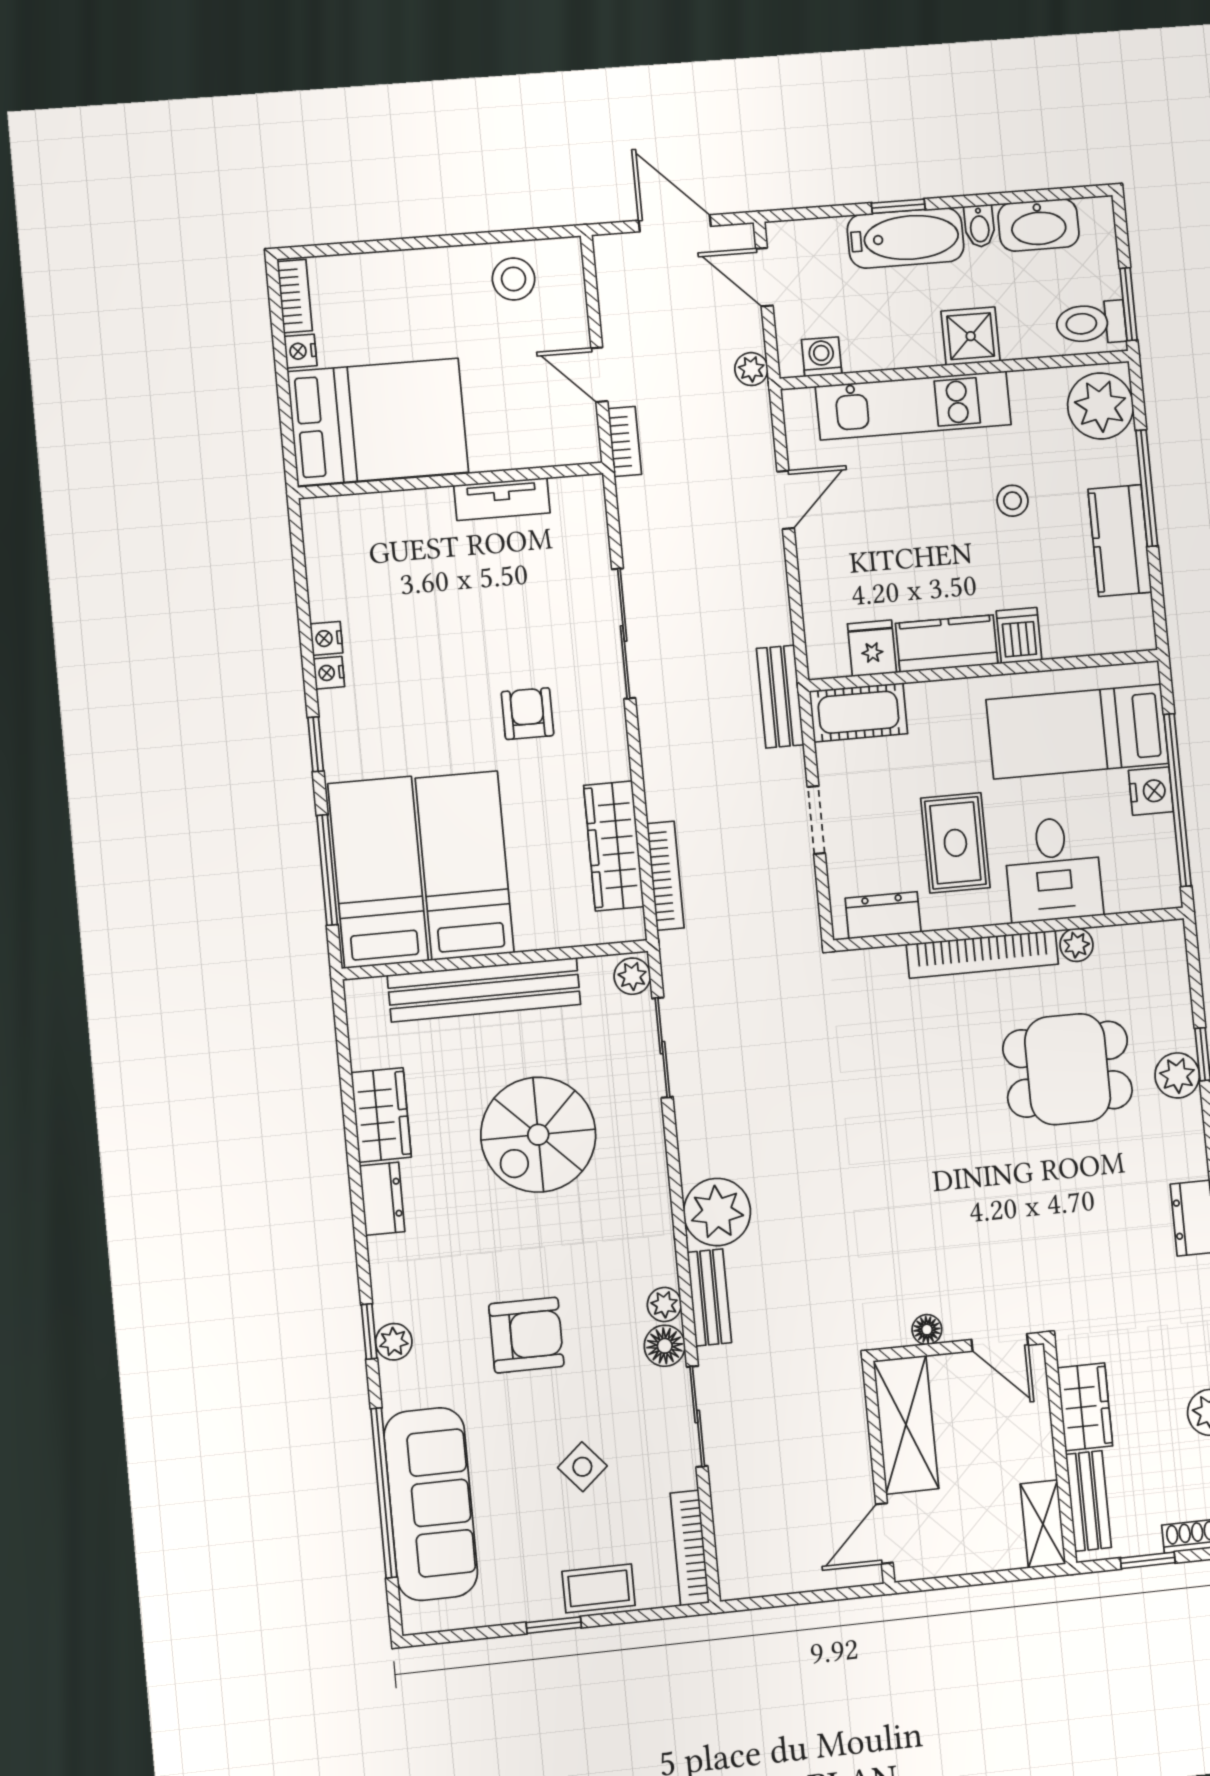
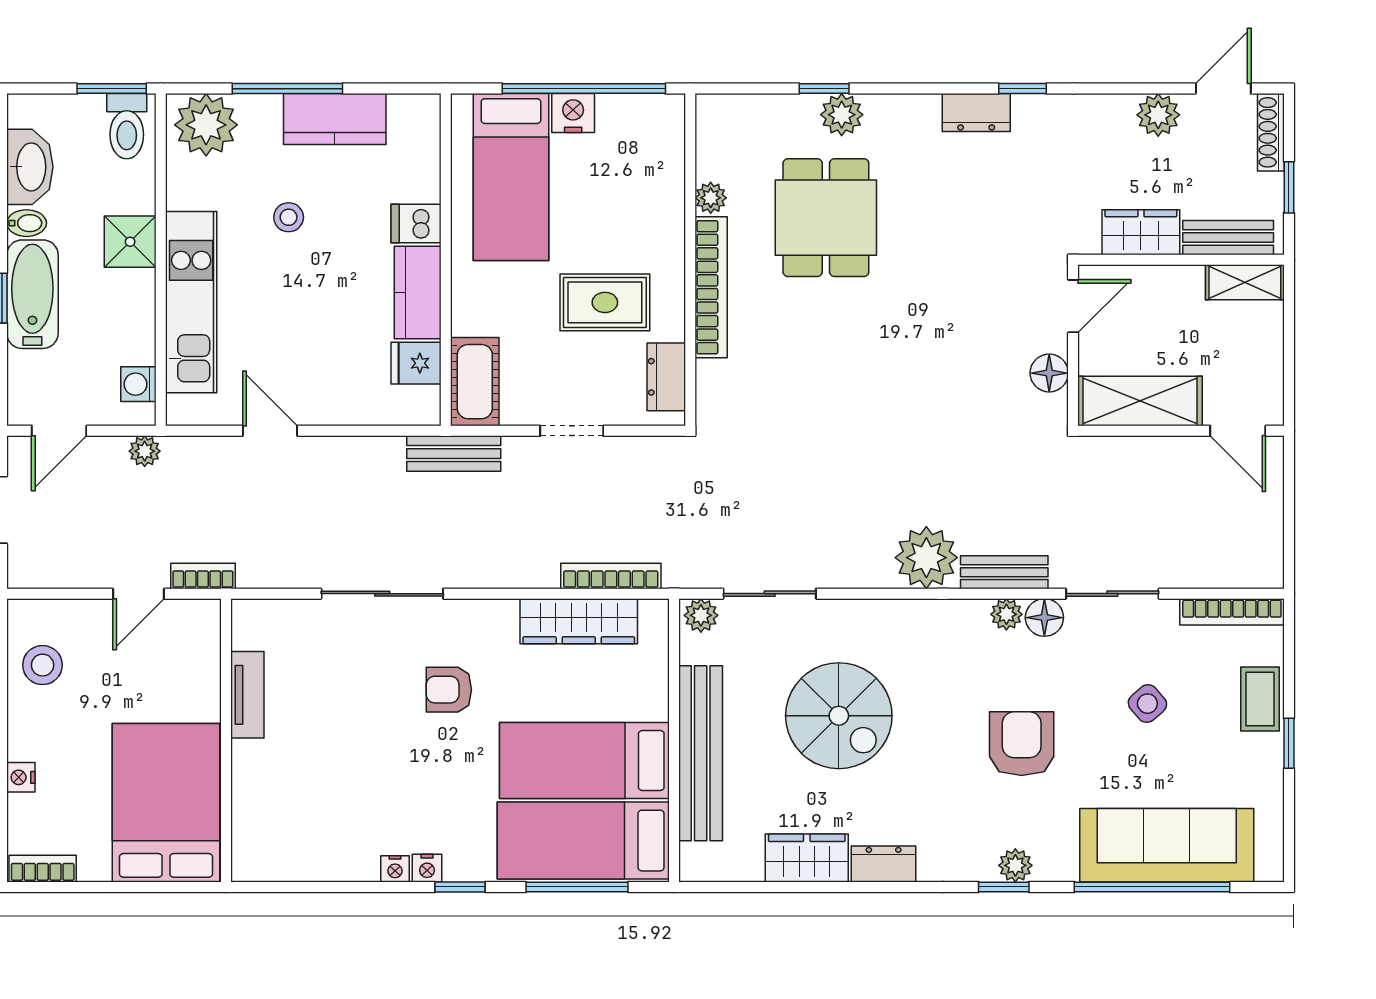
nightstand: (300, 351) -> (21, 777), moved, turned 90
nightstand: (326, 638) -> (427, 868), moved
desk: (1053, 869) -> (638, 213), removed
floor lamp: (927, 1330) -> (1049, 373), width x1.37, depth x1.37

